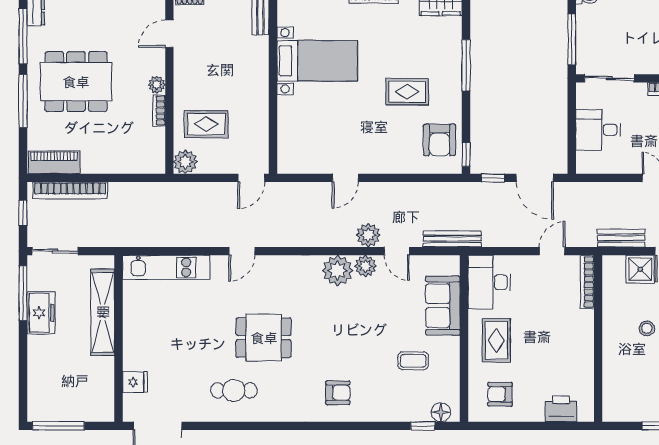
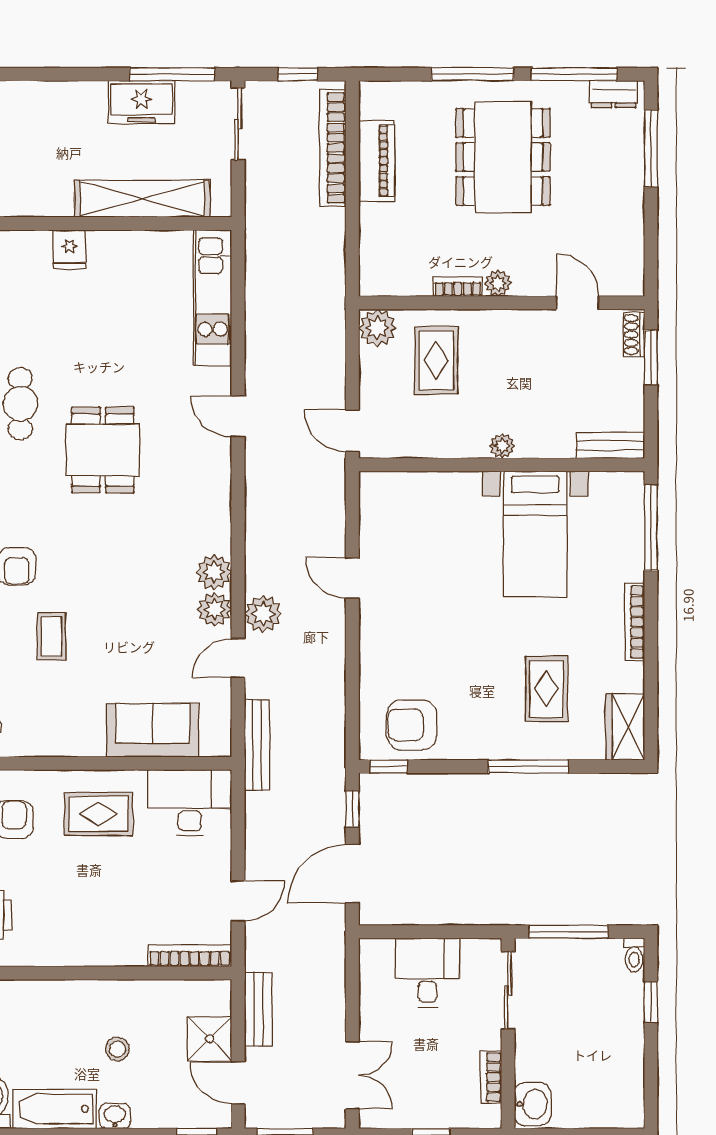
plant: (261, 82) -> (502, 446), added
rug: (407, 92) -> (546, 689), moved
piano: (54, 162) -> (377, 161), moved
door: (552, 251) -> (238, 901), hinge flipped
plant: (338, 271) -> (214, 572), width x0.73, depth x0.73
coffee table: (413, 361) -> (52, 636), moved
fridge: (135, 382) -> (69, 249), moved

